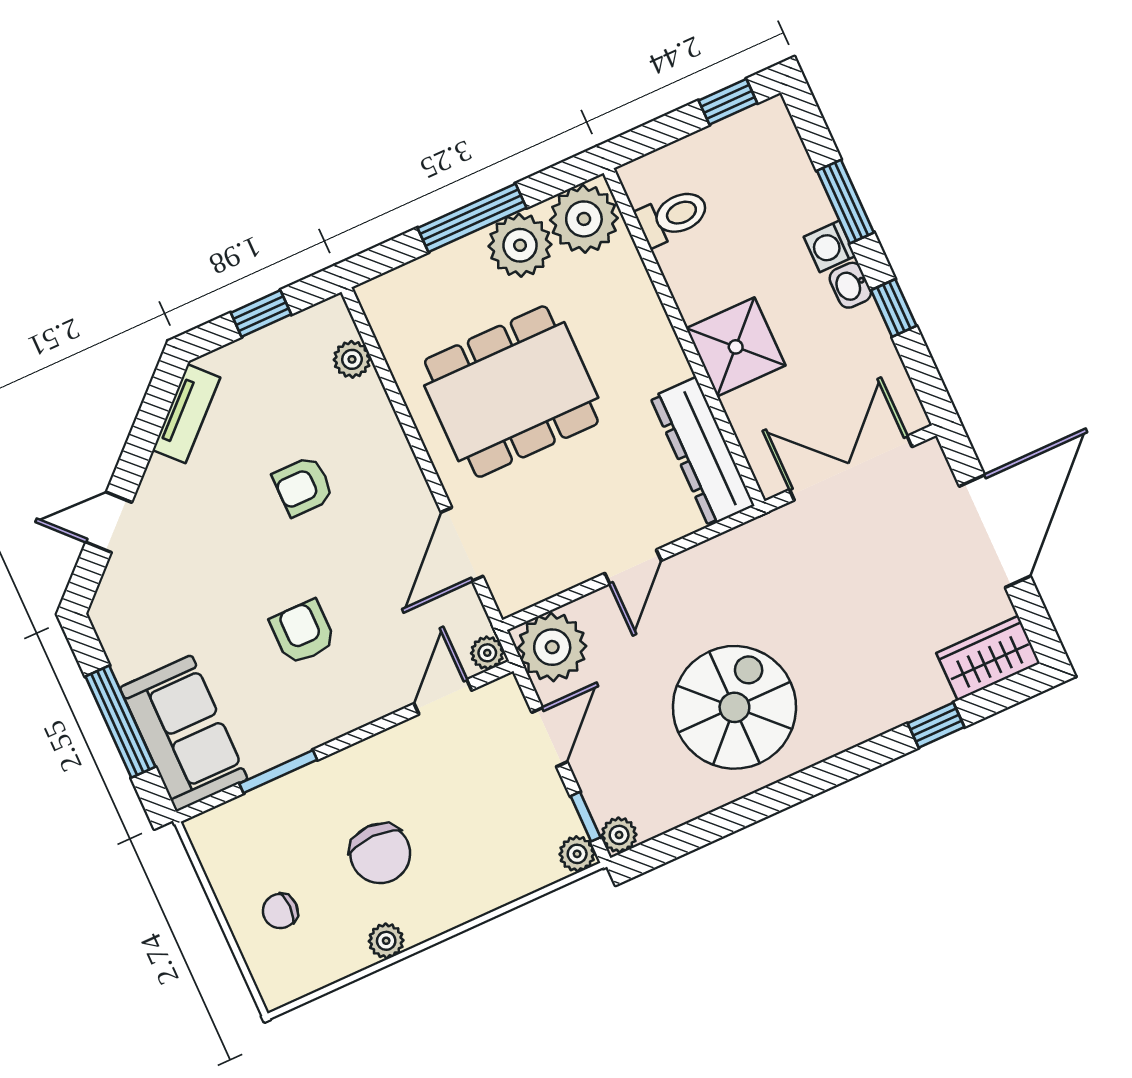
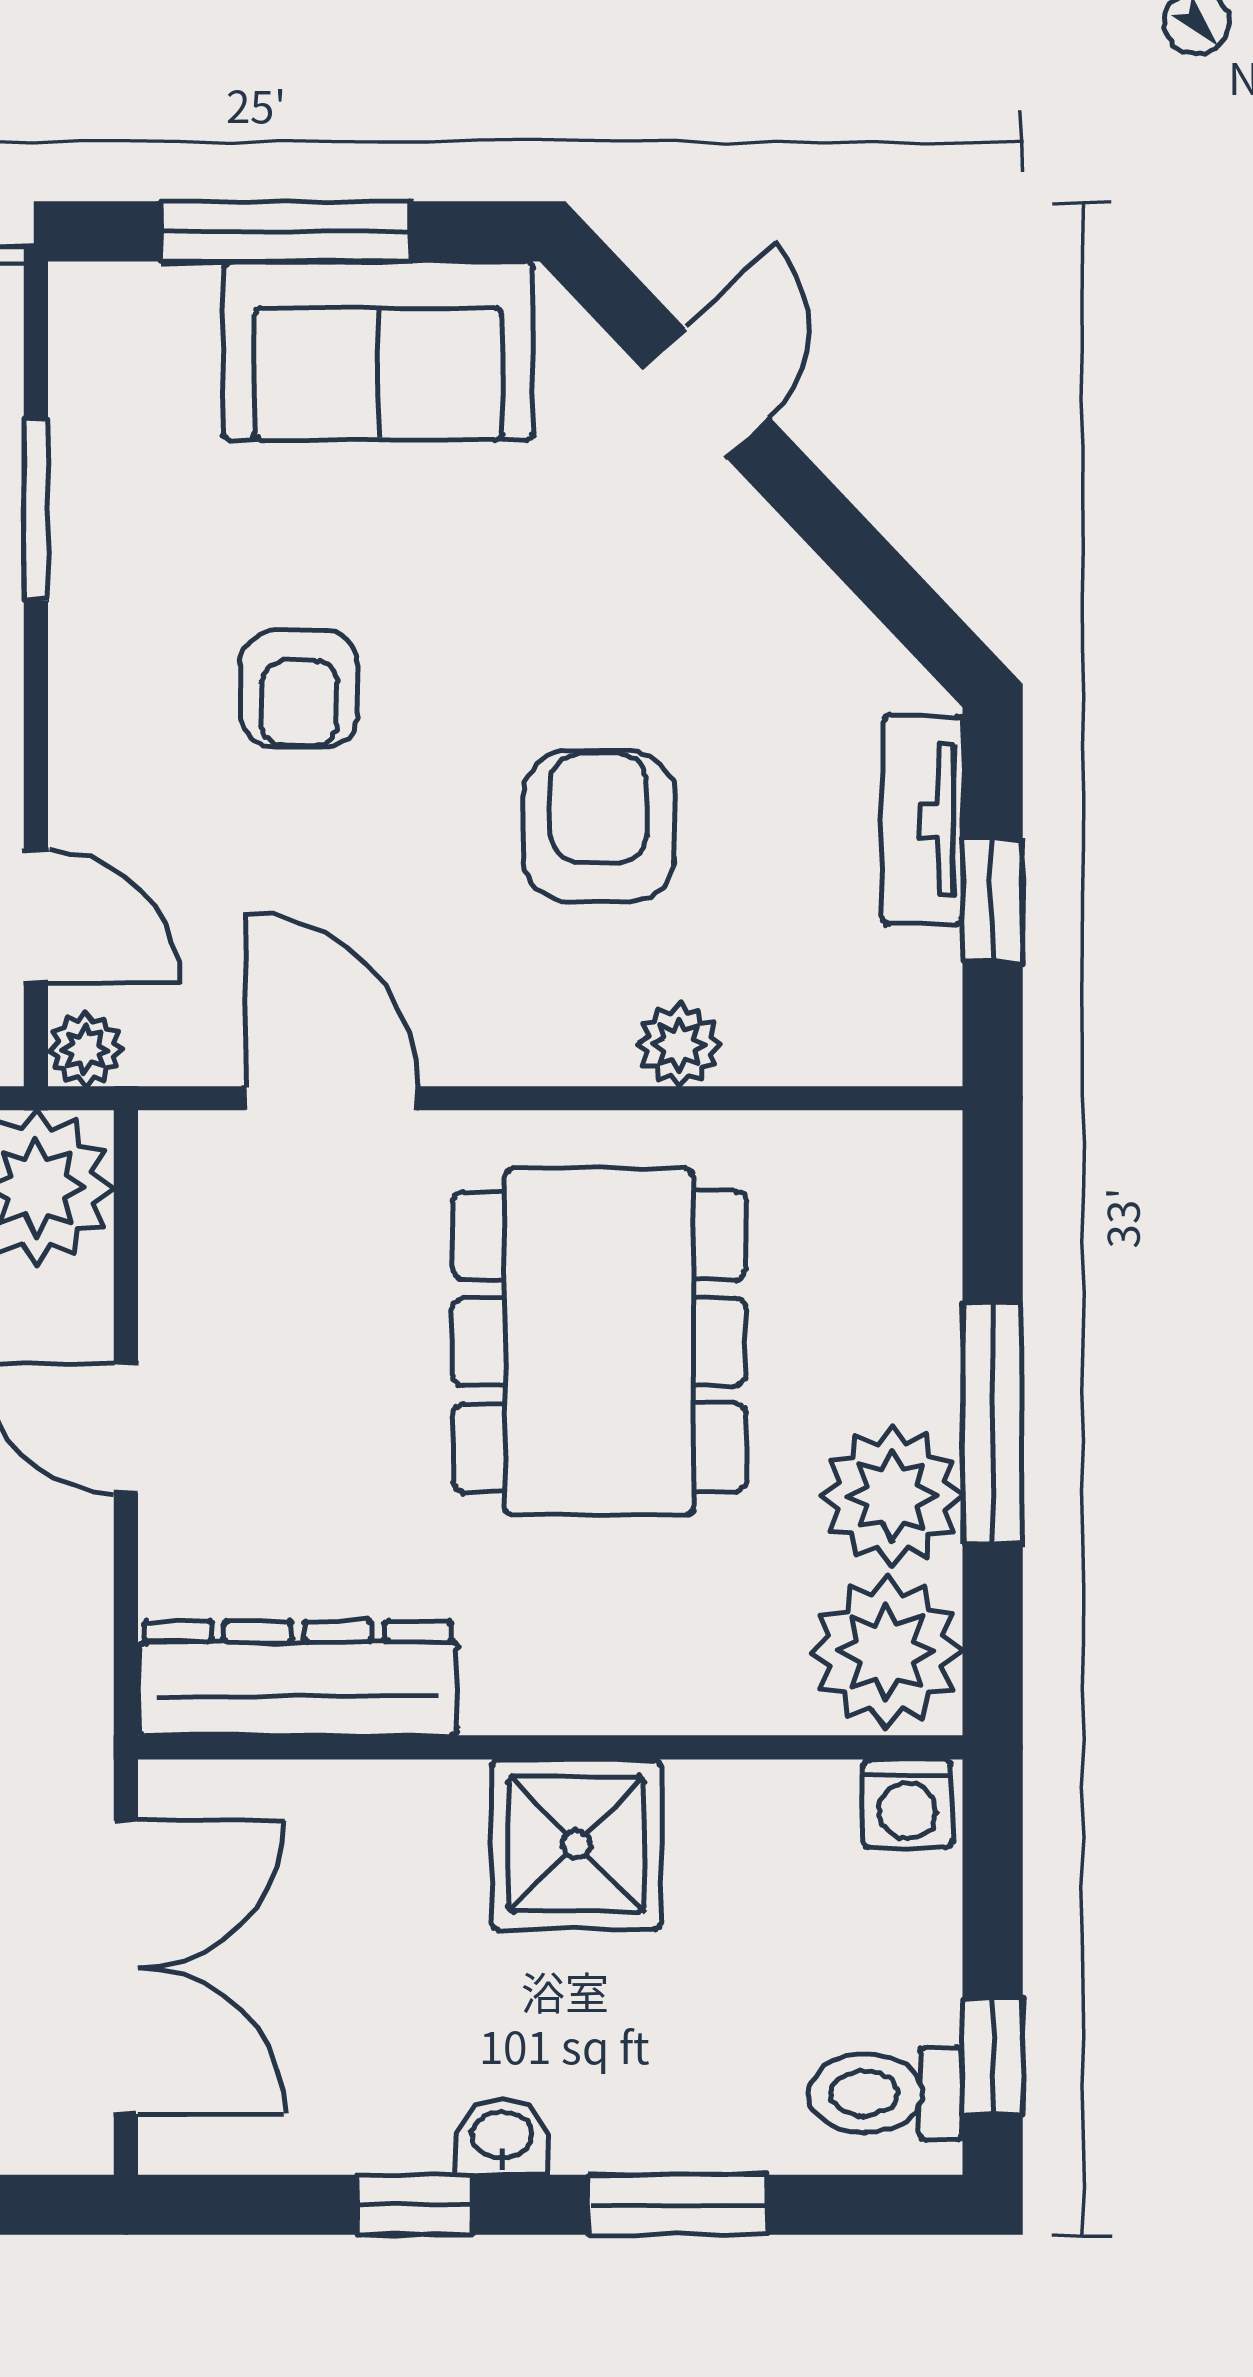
toilet: (673, 217) -> (886, 2093), moved, turned 90
washing machine: (830, 246) -> (907, 1804), moved, turned 180
shower: (736, 347) -> (576, 1844), moved
plant: (352, 359) -> (679, 1045), moved
tv unit: (186, 414) -> (923, 820), moved, turned 43
armchair: (303, 486) -> (599, 826), width x1.38, depth x1.38
armchair: (303, 632) -> (299, 689), turned 90
sofa: (184, 733) -> (378, 351), moved

